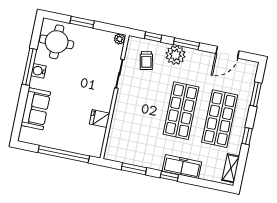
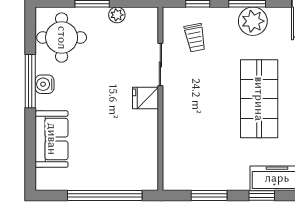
plant: (120, 39) -> (117, 15), moved
plant: (176, 55) -> (253, 21), moved
fridge: (100, 119) -> (145, 98), moved

